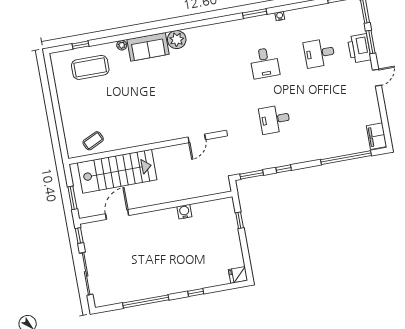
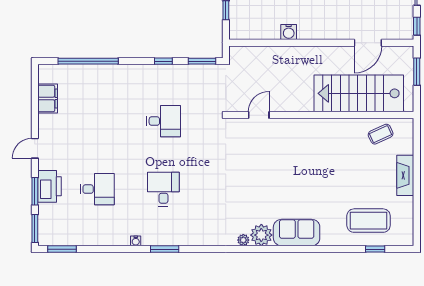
plant: (122, 45) -> (243, 240), moved
fireplace: (66, 110) -> (405, 175), added
filing cabinet: (377, 136) -> (48, 98), moved

